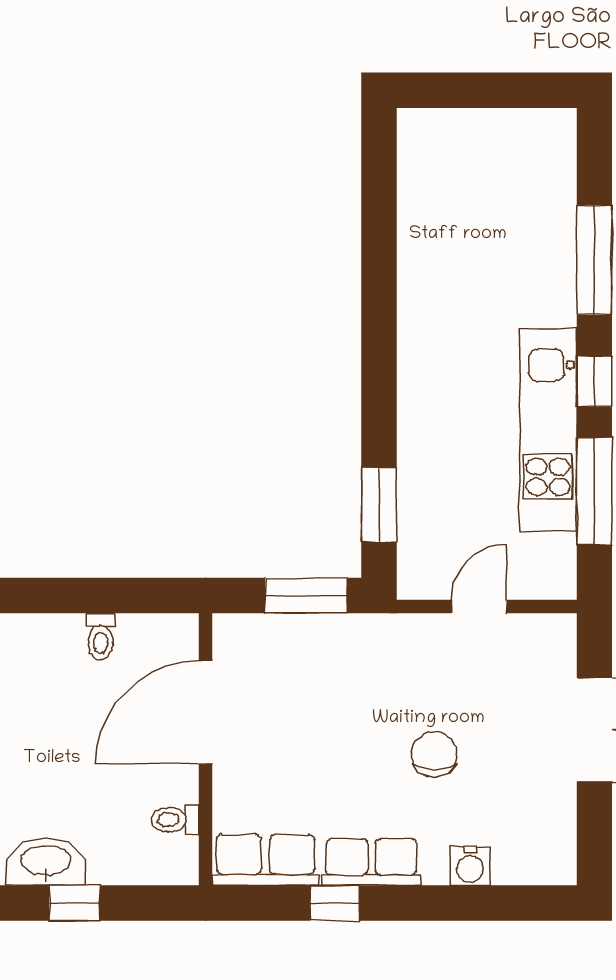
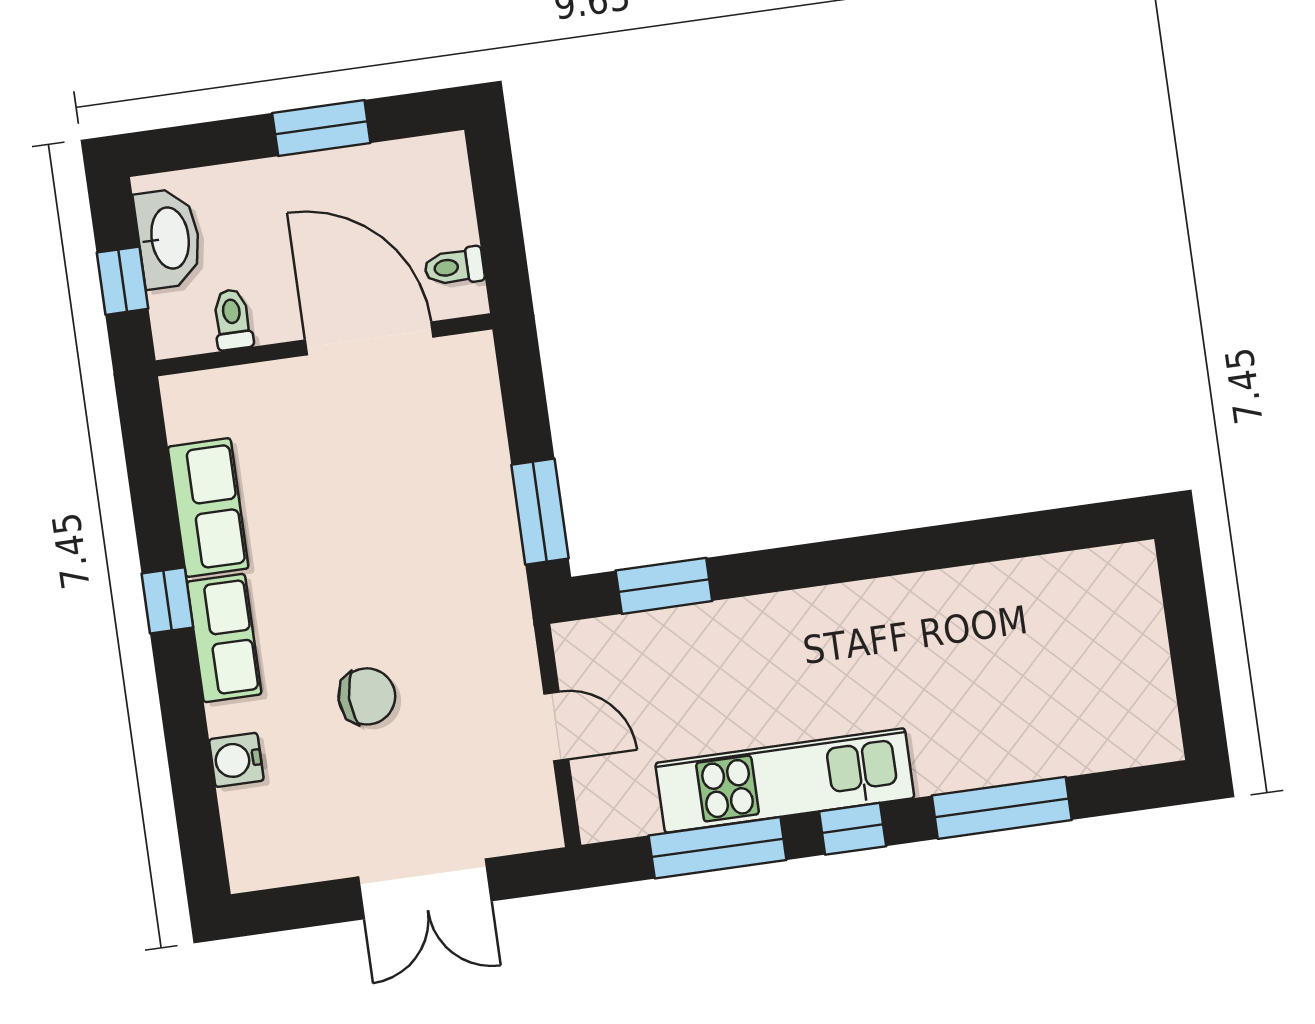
door: (206, 712) -> (369, 338), moved
wall: (206, 749) -> (324, 345), moved
toilet: (175, 820) -> (232, 320), moved

